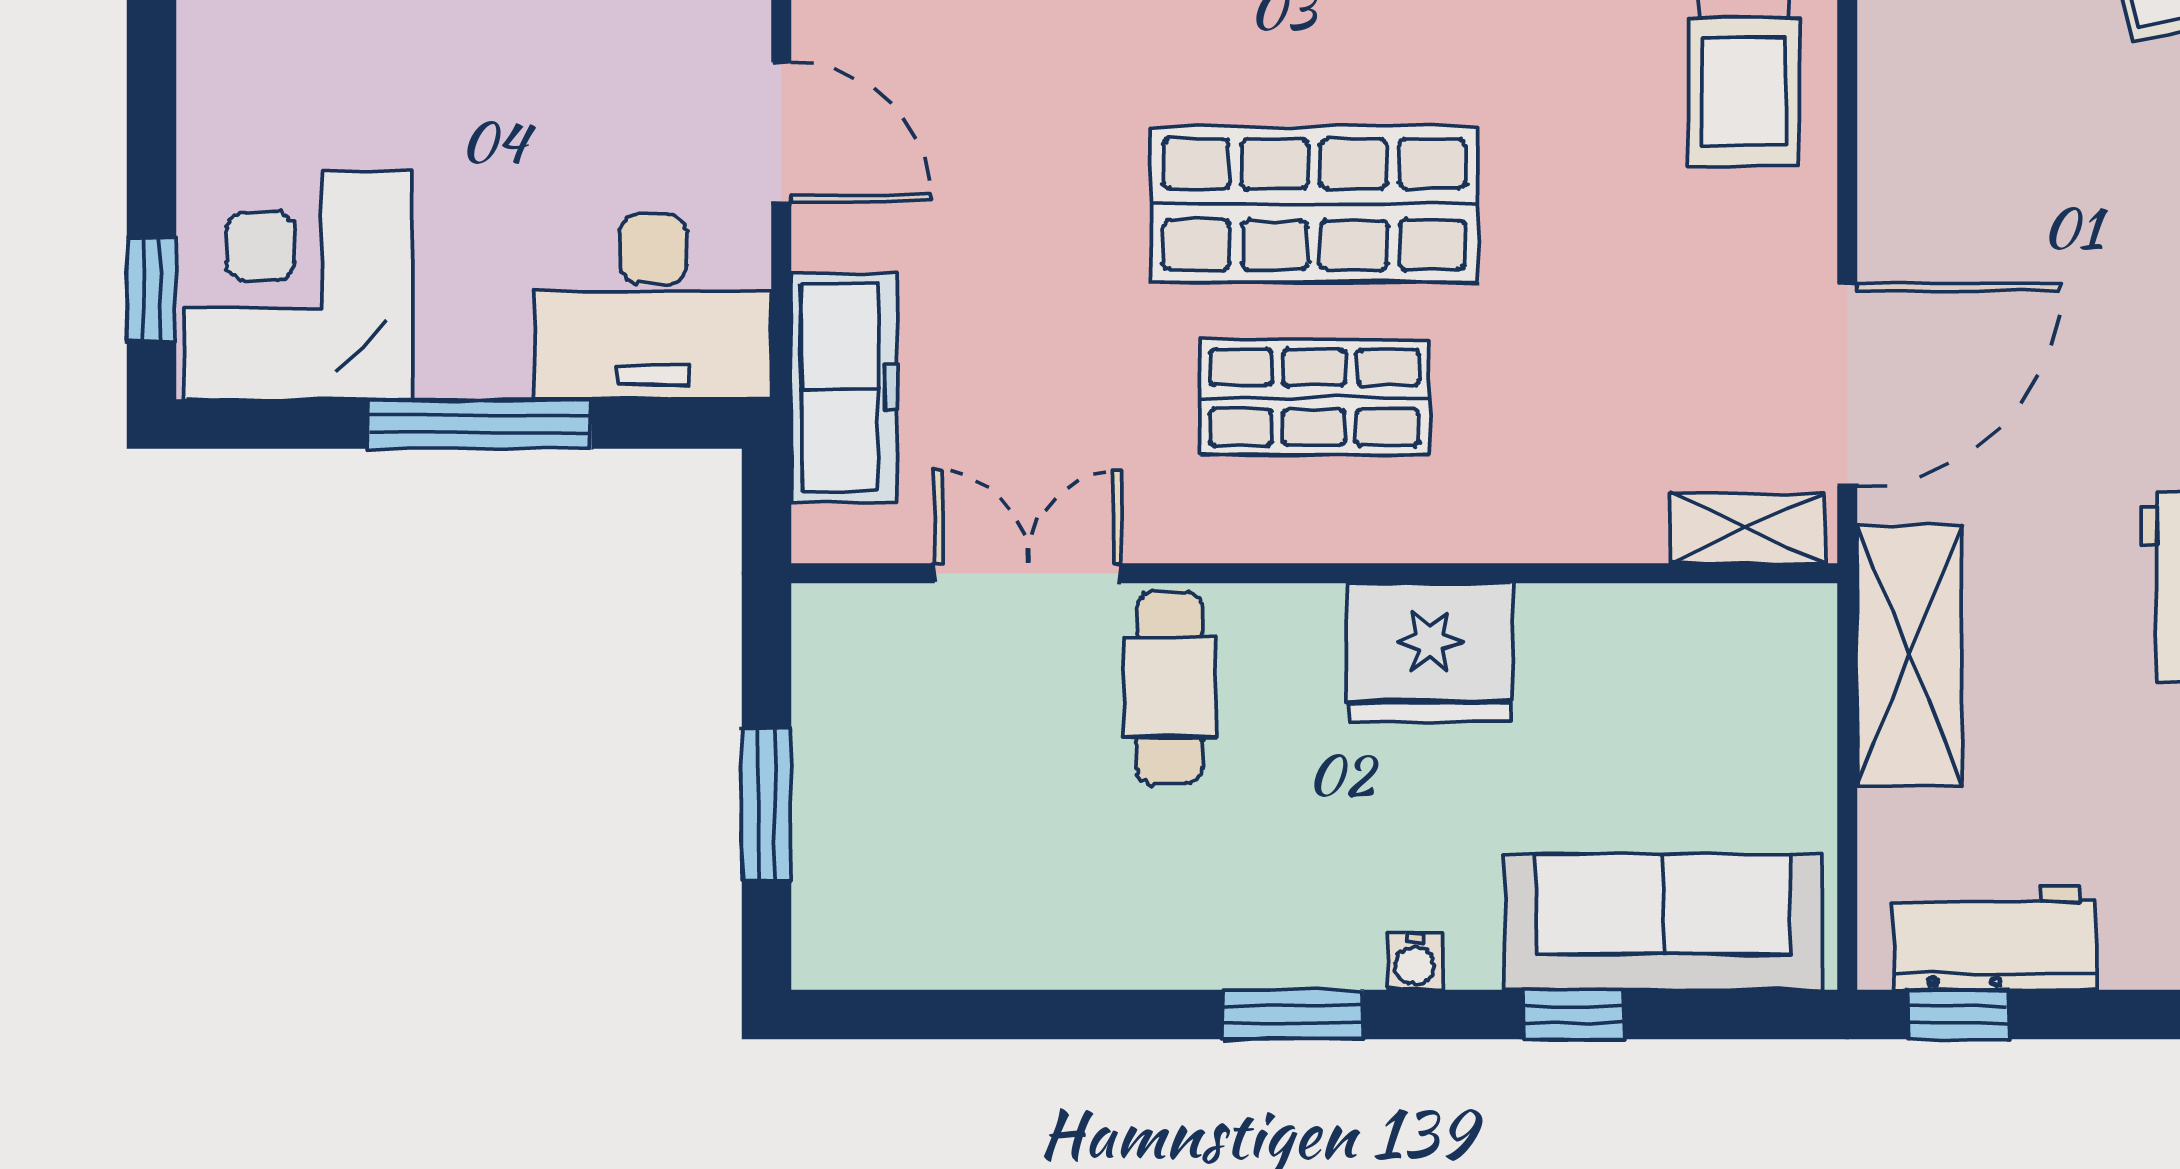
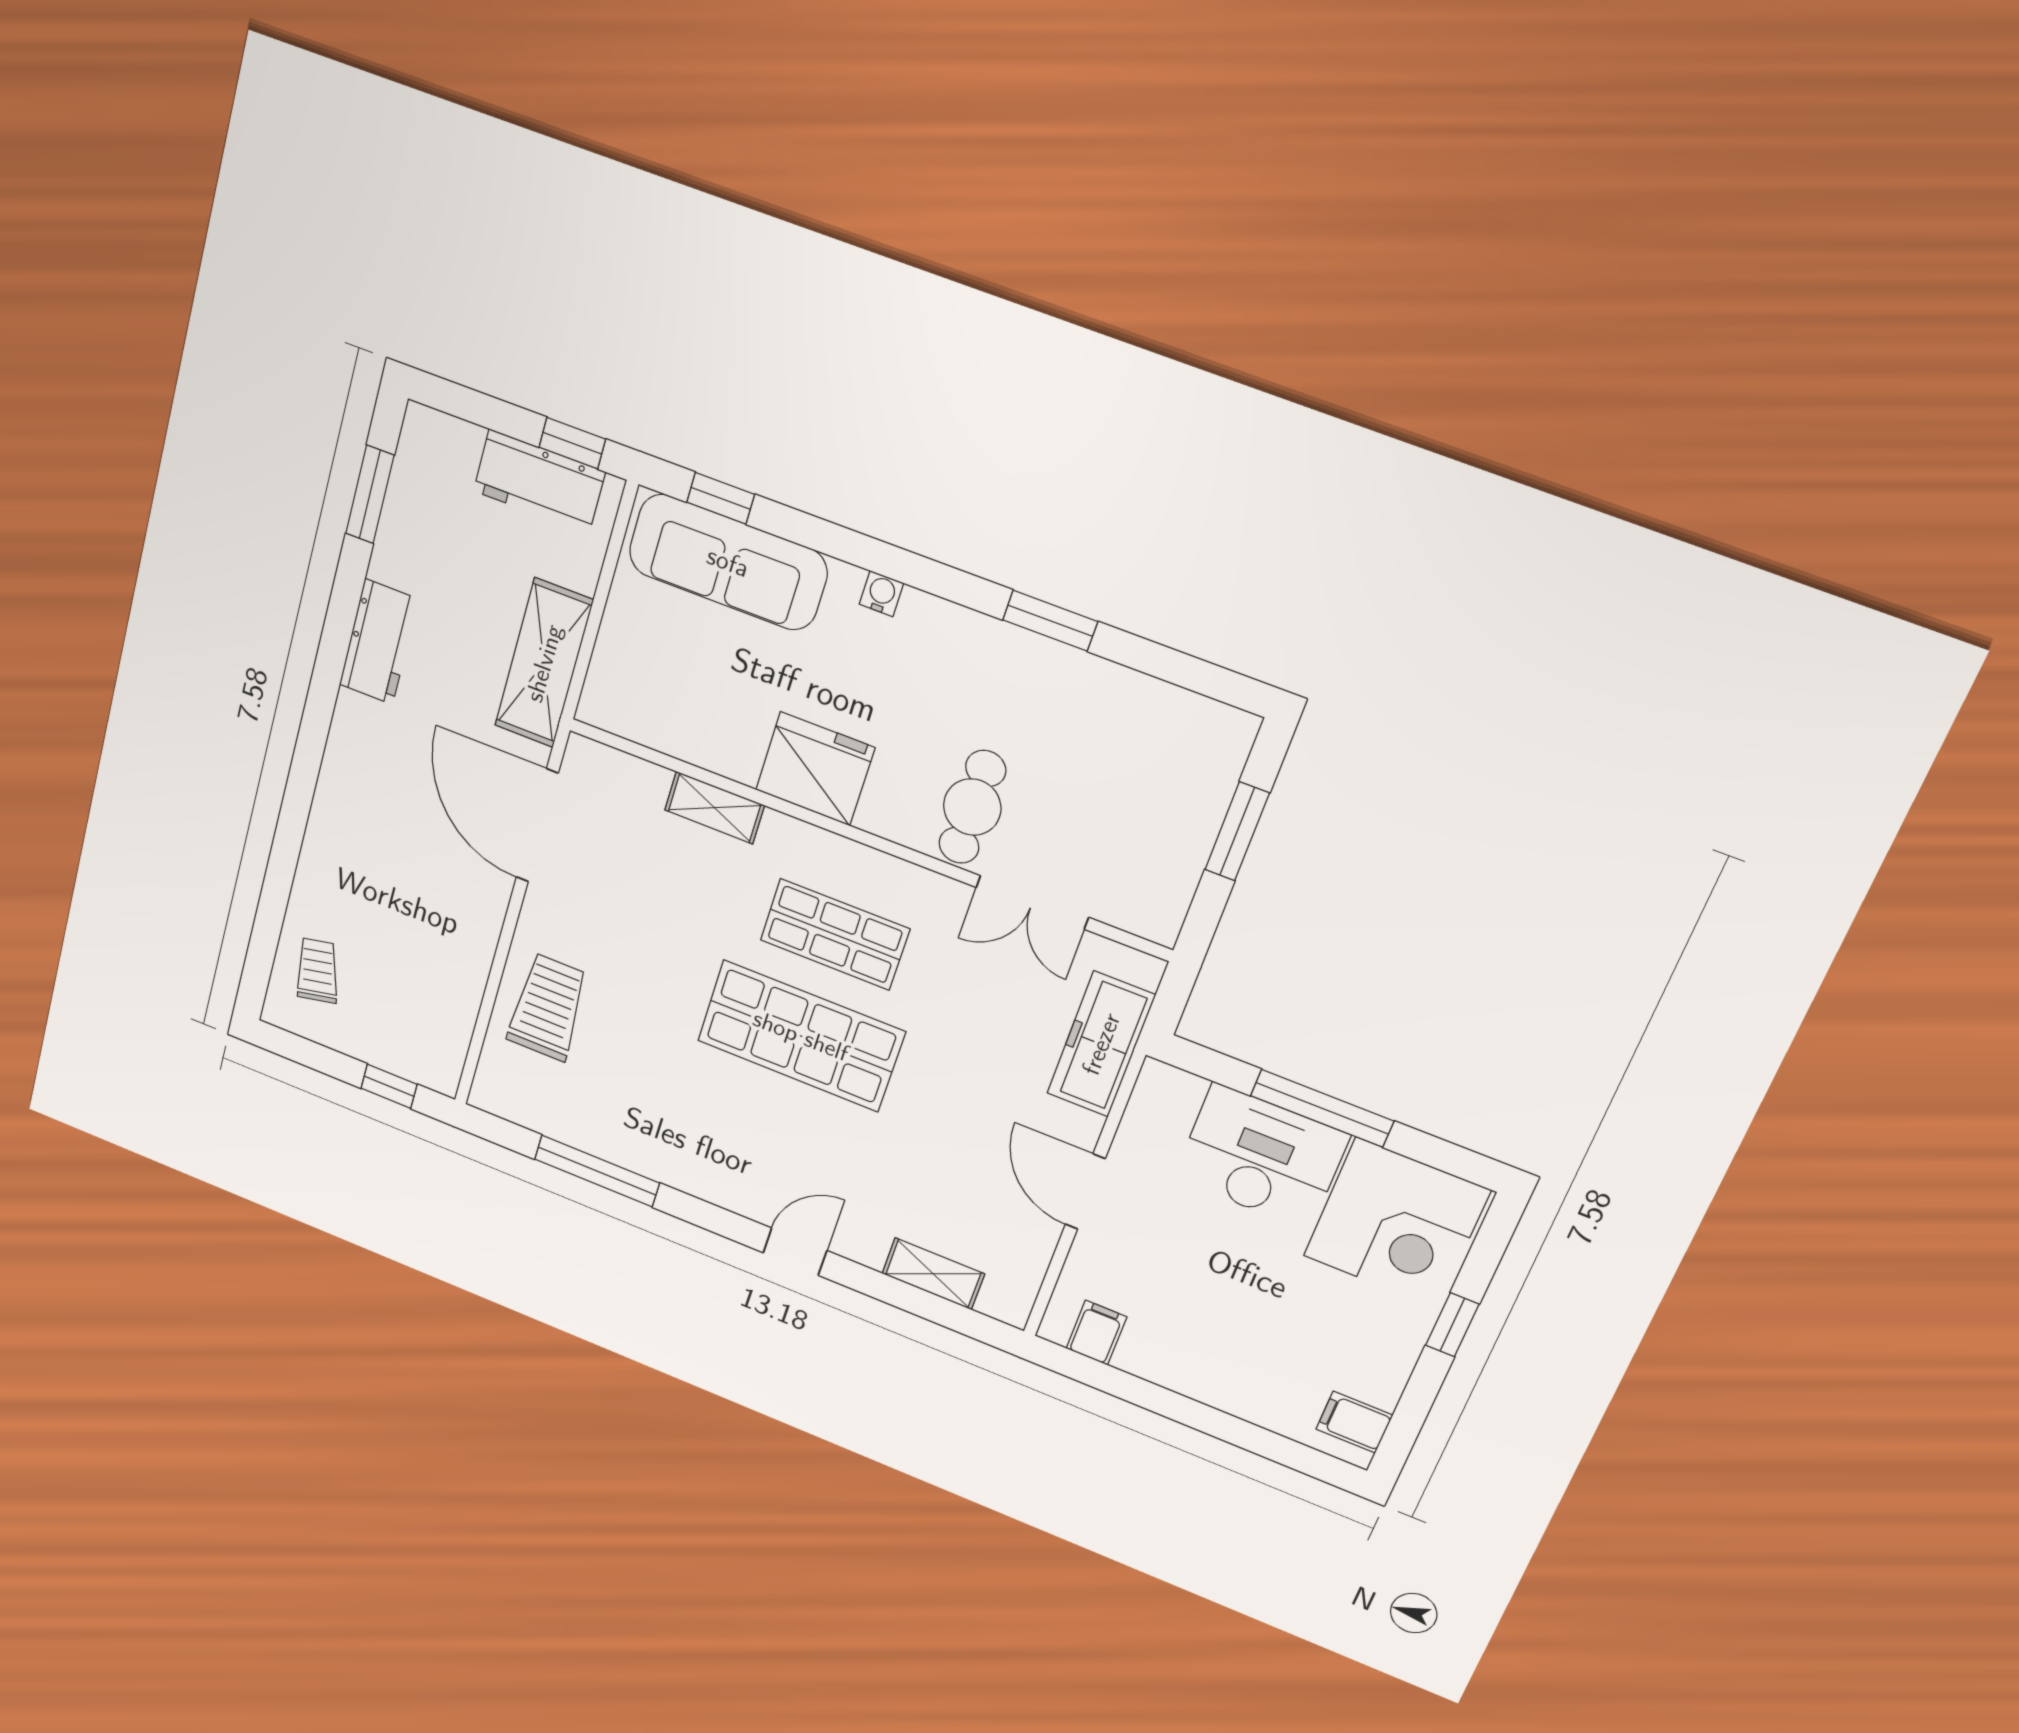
window: (151, 289) -> (1452, 1325), moved
desk: (653, 307) -> (1261, 1157), moved
door: (1847, 385) -> (537, 825), hinge flipped
shelving: (1747, 528) -> (715, 808), moved
window: (1293, 1015) -> (1050, 621), moved
window: (1573, 1015) -> (721, 498), moved

